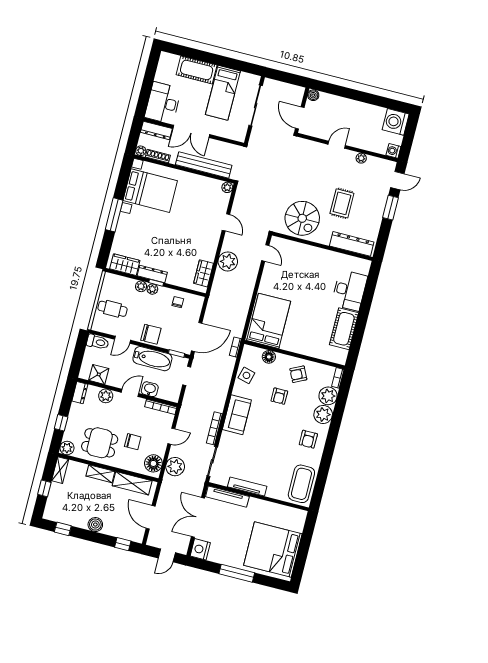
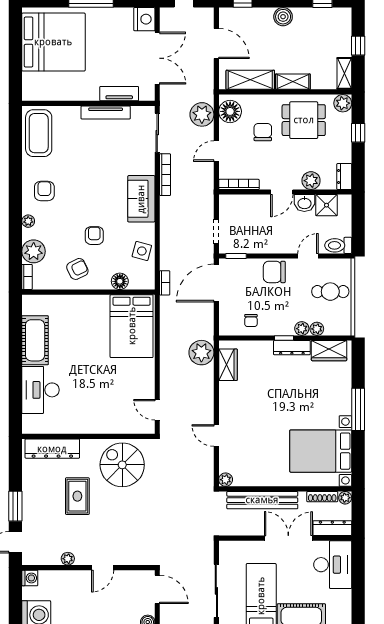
plant: (228, 261) -> (201, 353), moved
plant: (152, 289) -> (317, 329), moved
bathtub: (152, 359) -> (265, 242), removed
washbasin: (150, 389) -> (304, 203), moved
plant: (323, 414) -> (28, 221), width x0.53, depth x0.53
chair: (133, 442) -> (263, 132), turned 90
tv unit: (227, 497) -> (119, 94), width x0.71

